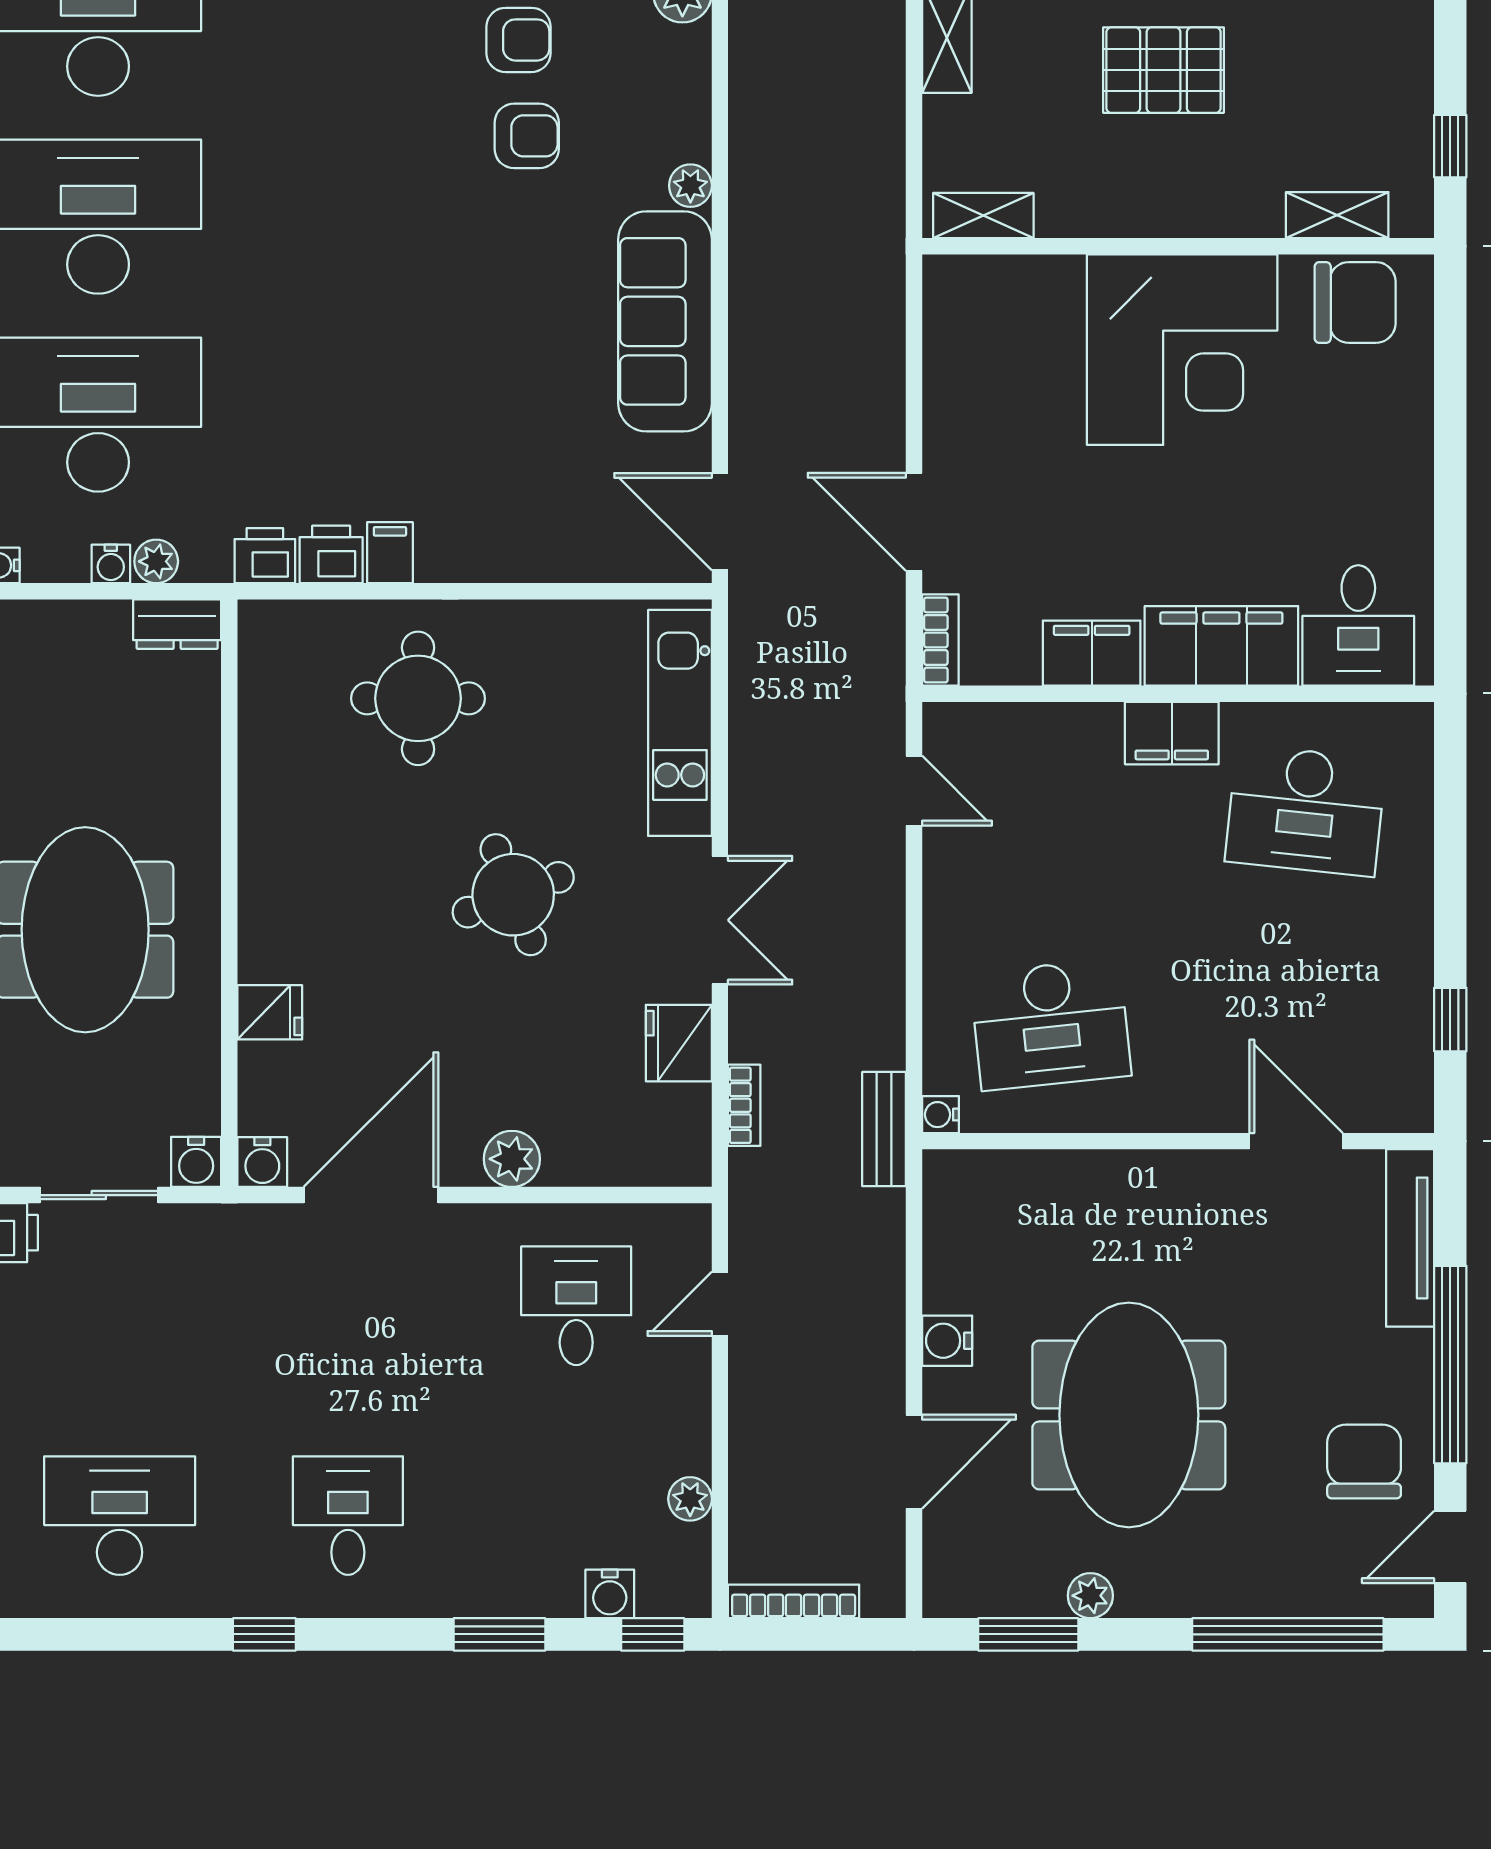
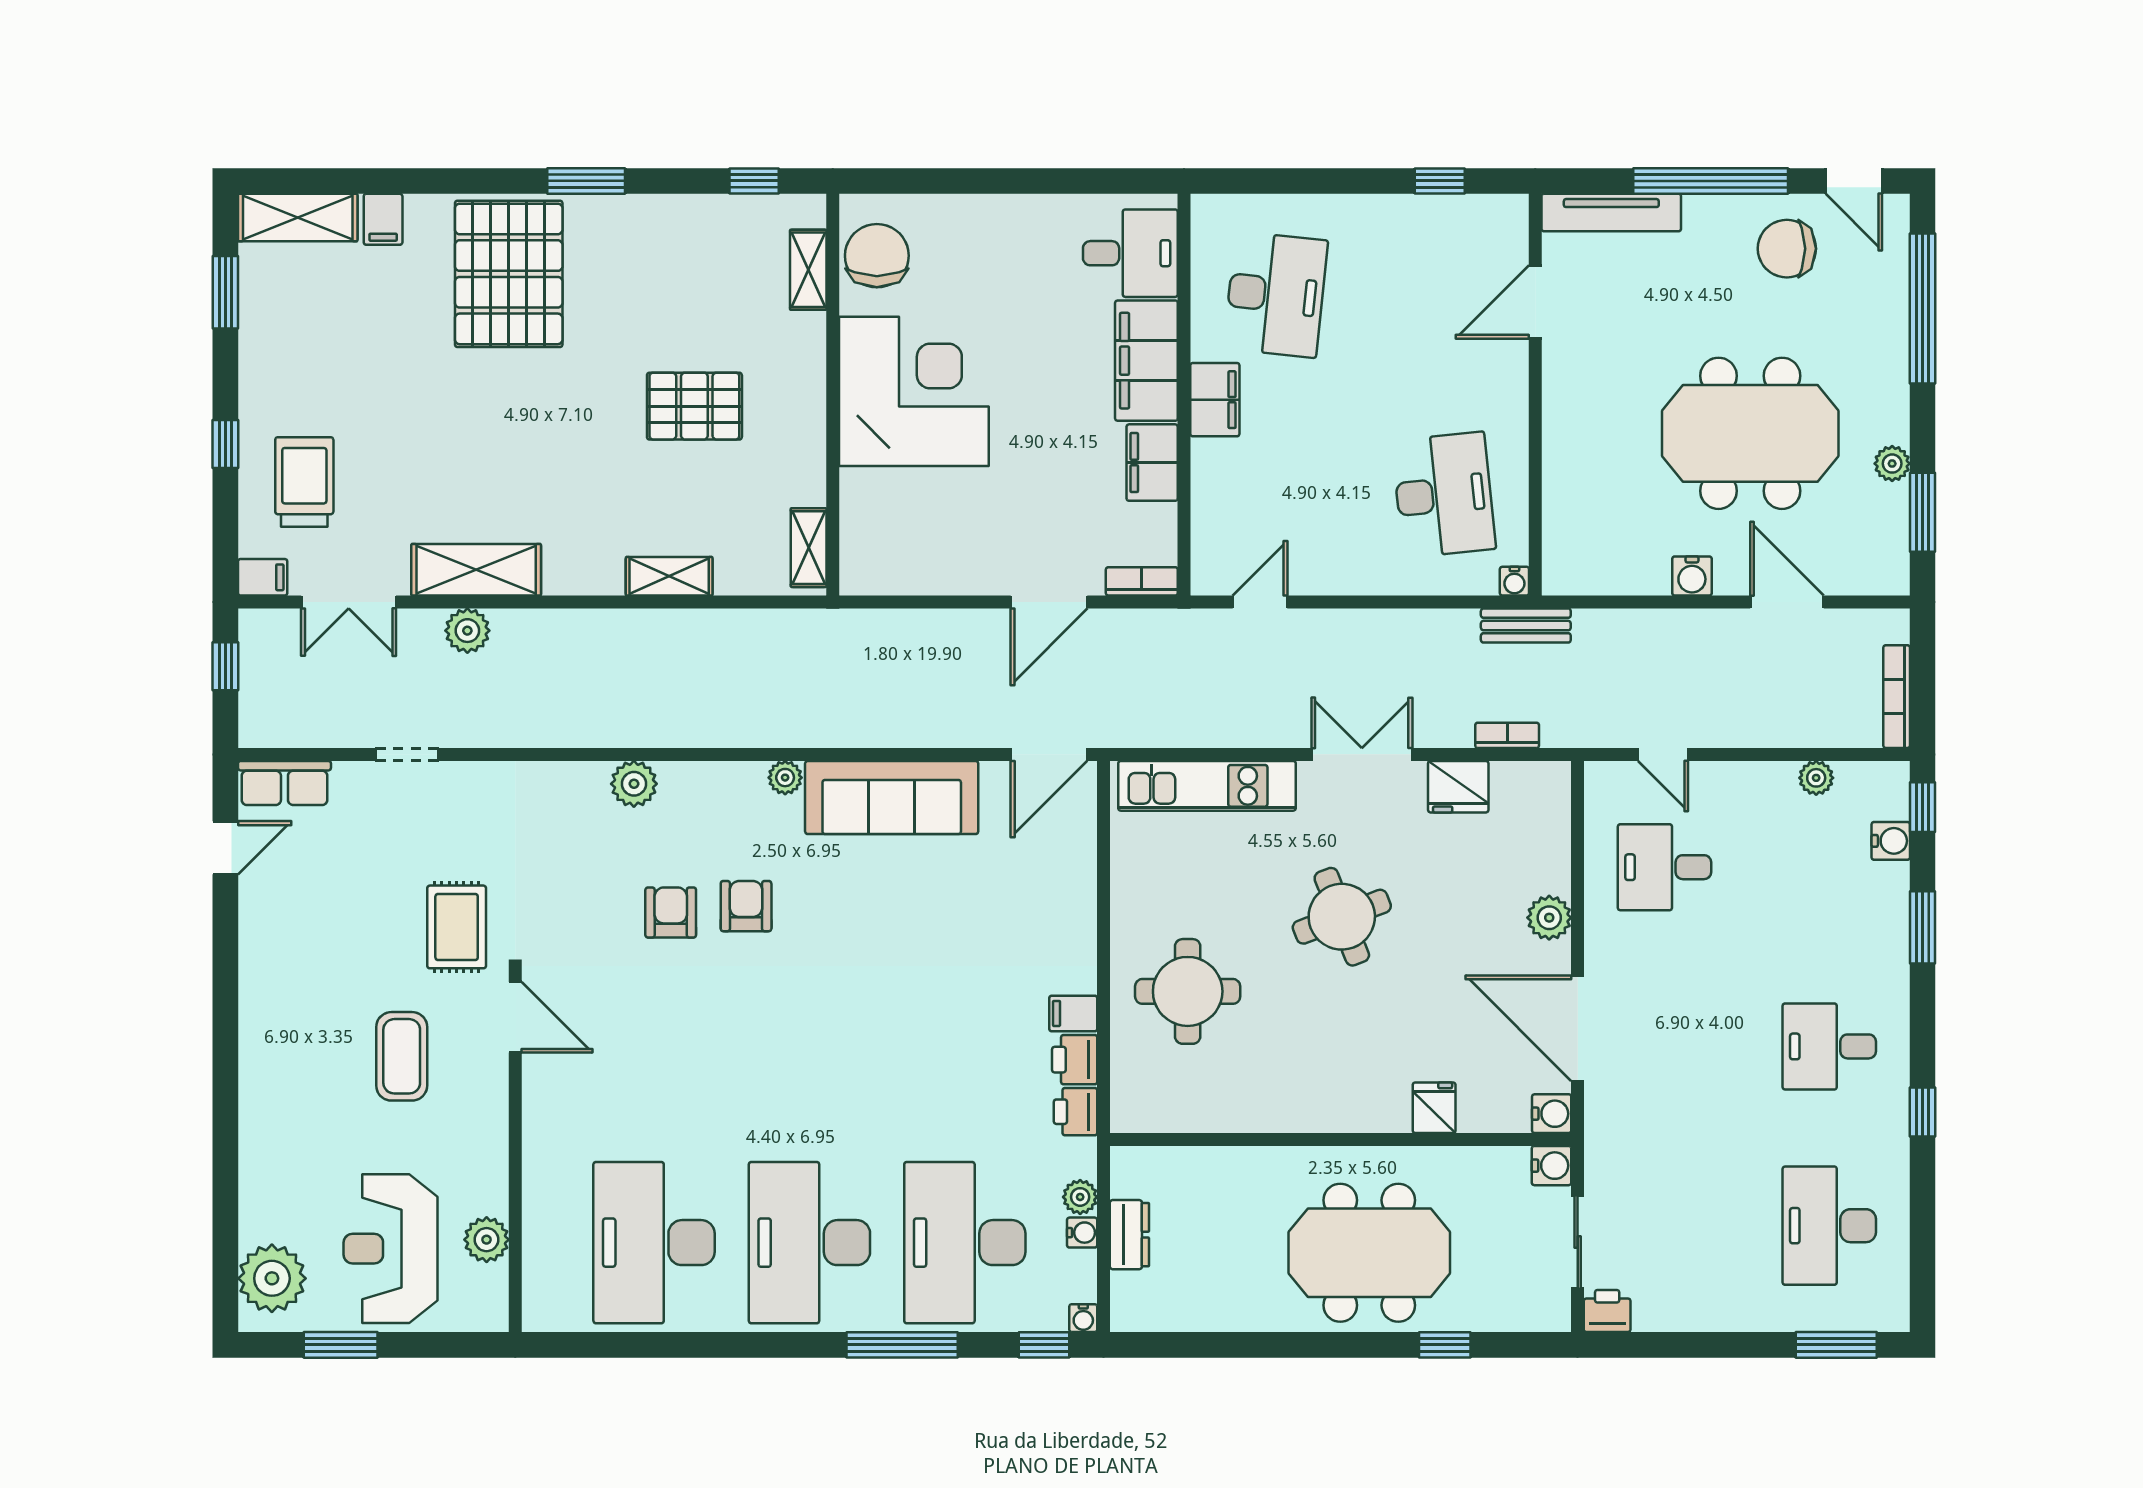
pallet: (1164, 70) -> (694, 406), turned 90
dresser: (177, 624) -> (1129, 1235), moved

